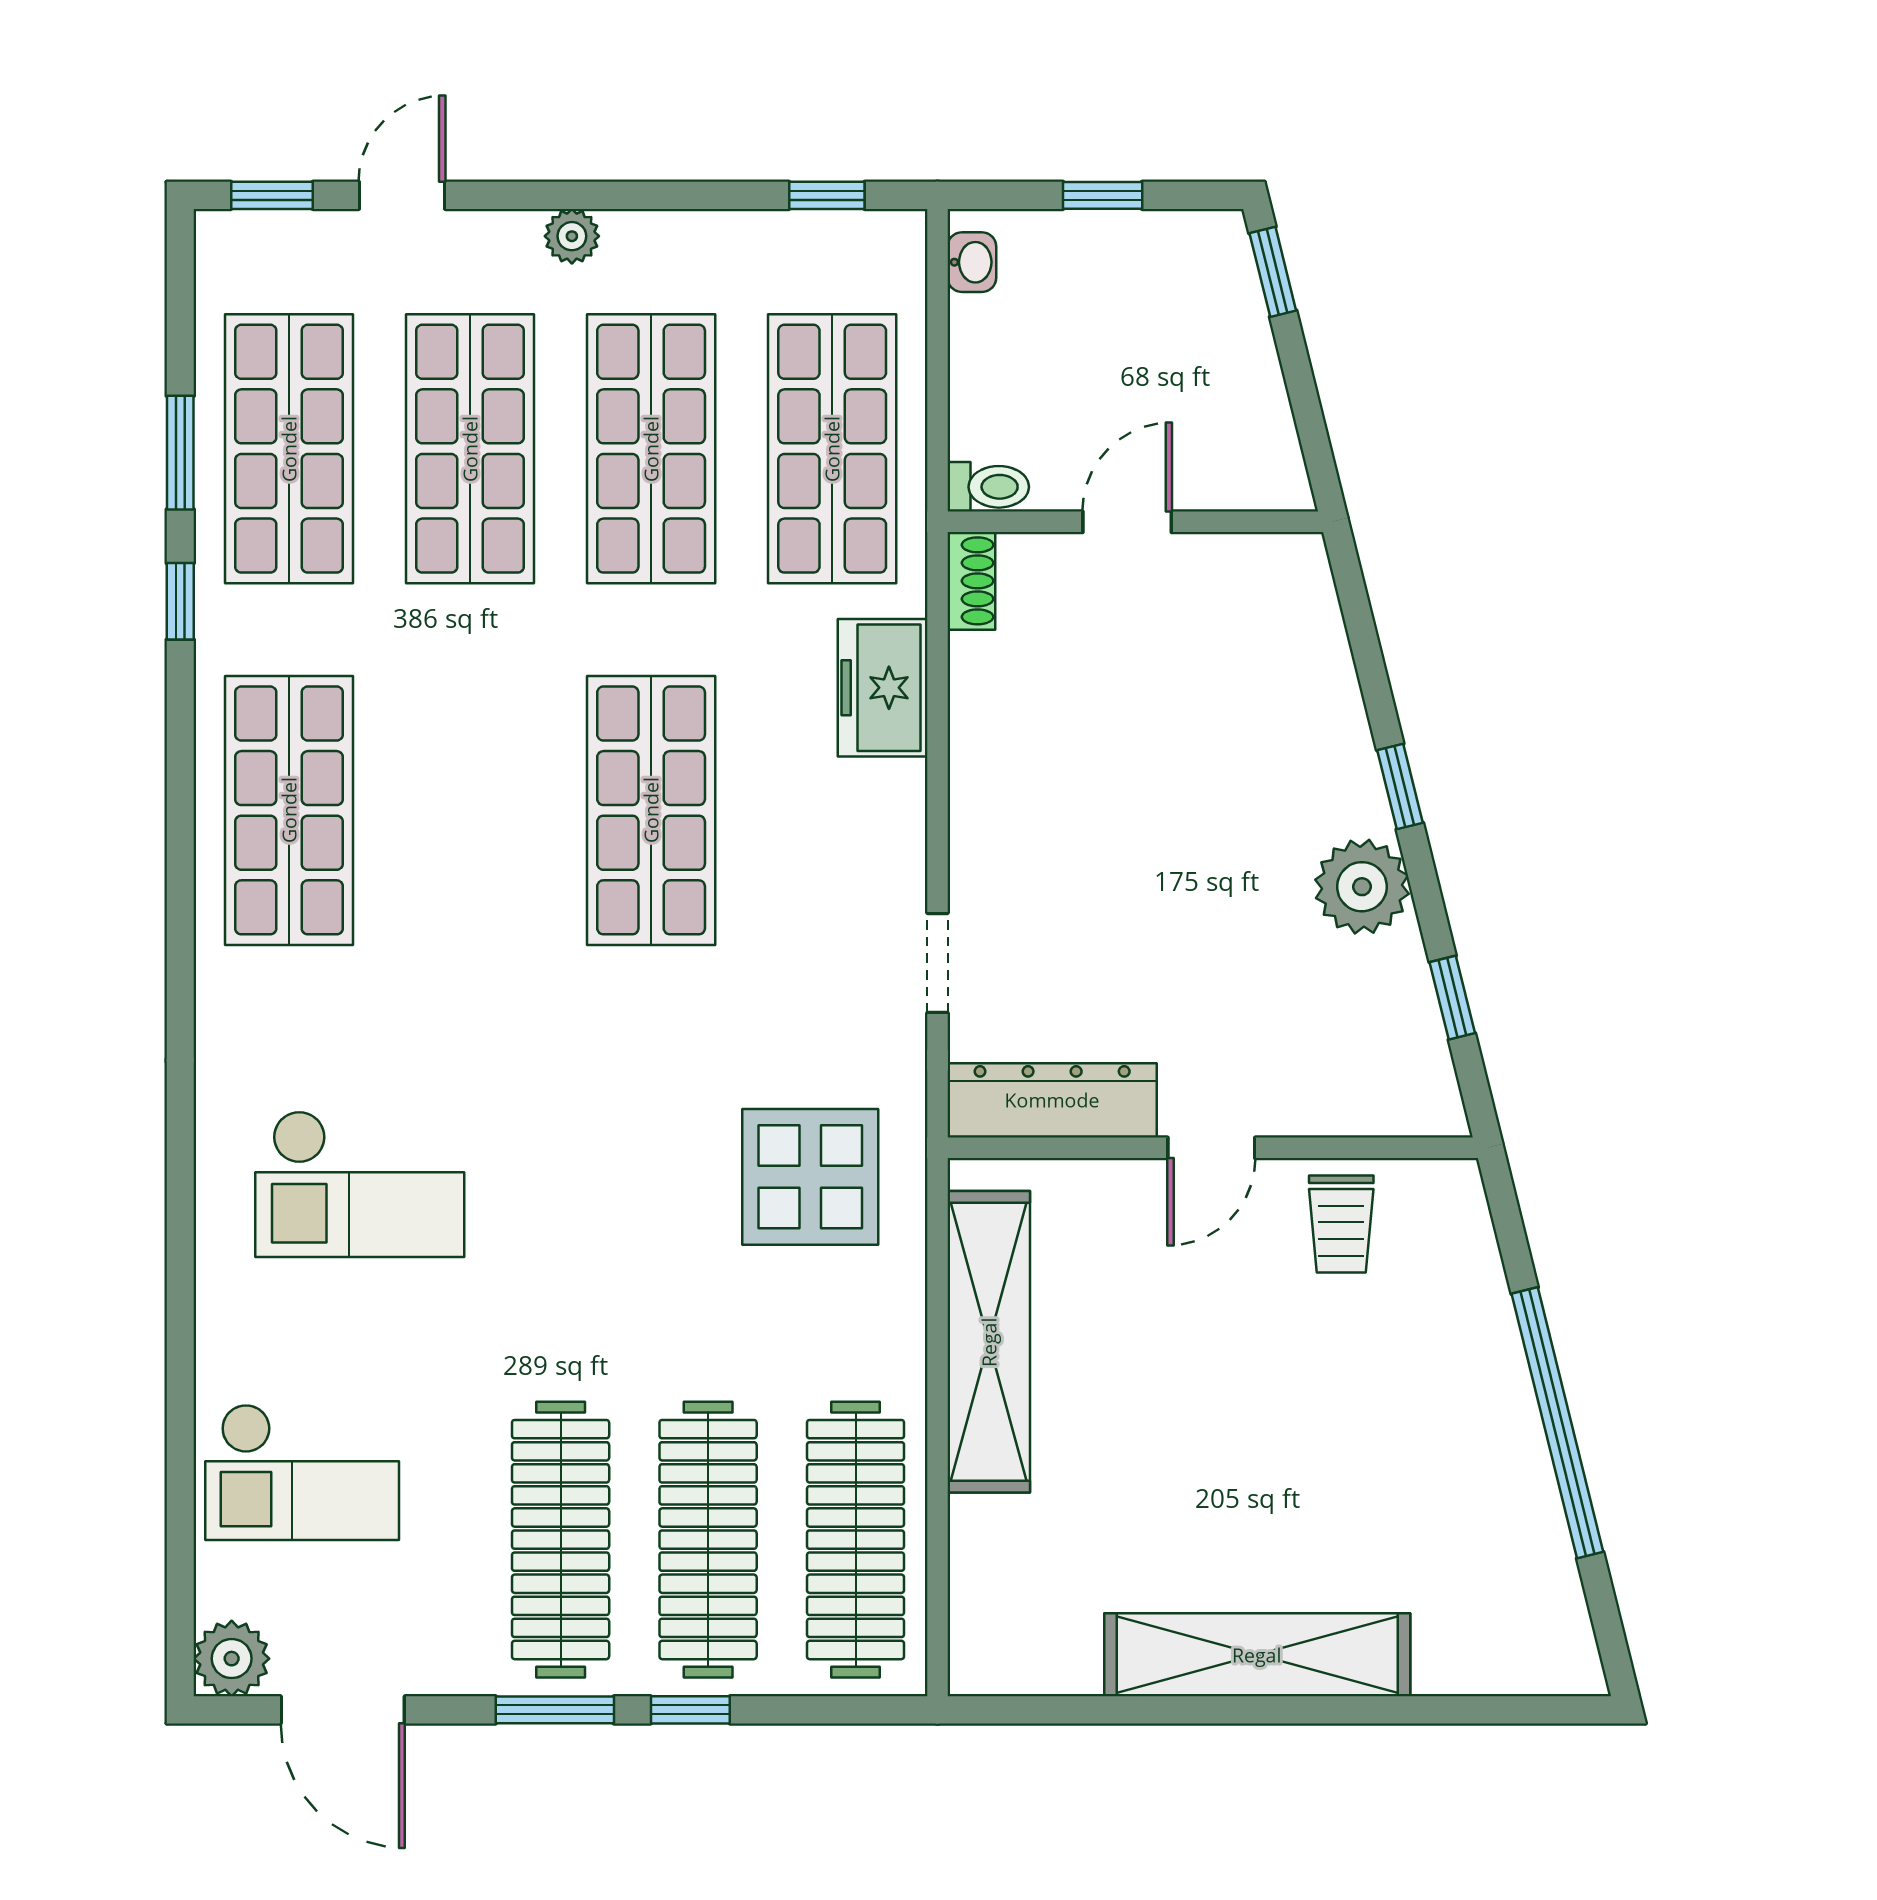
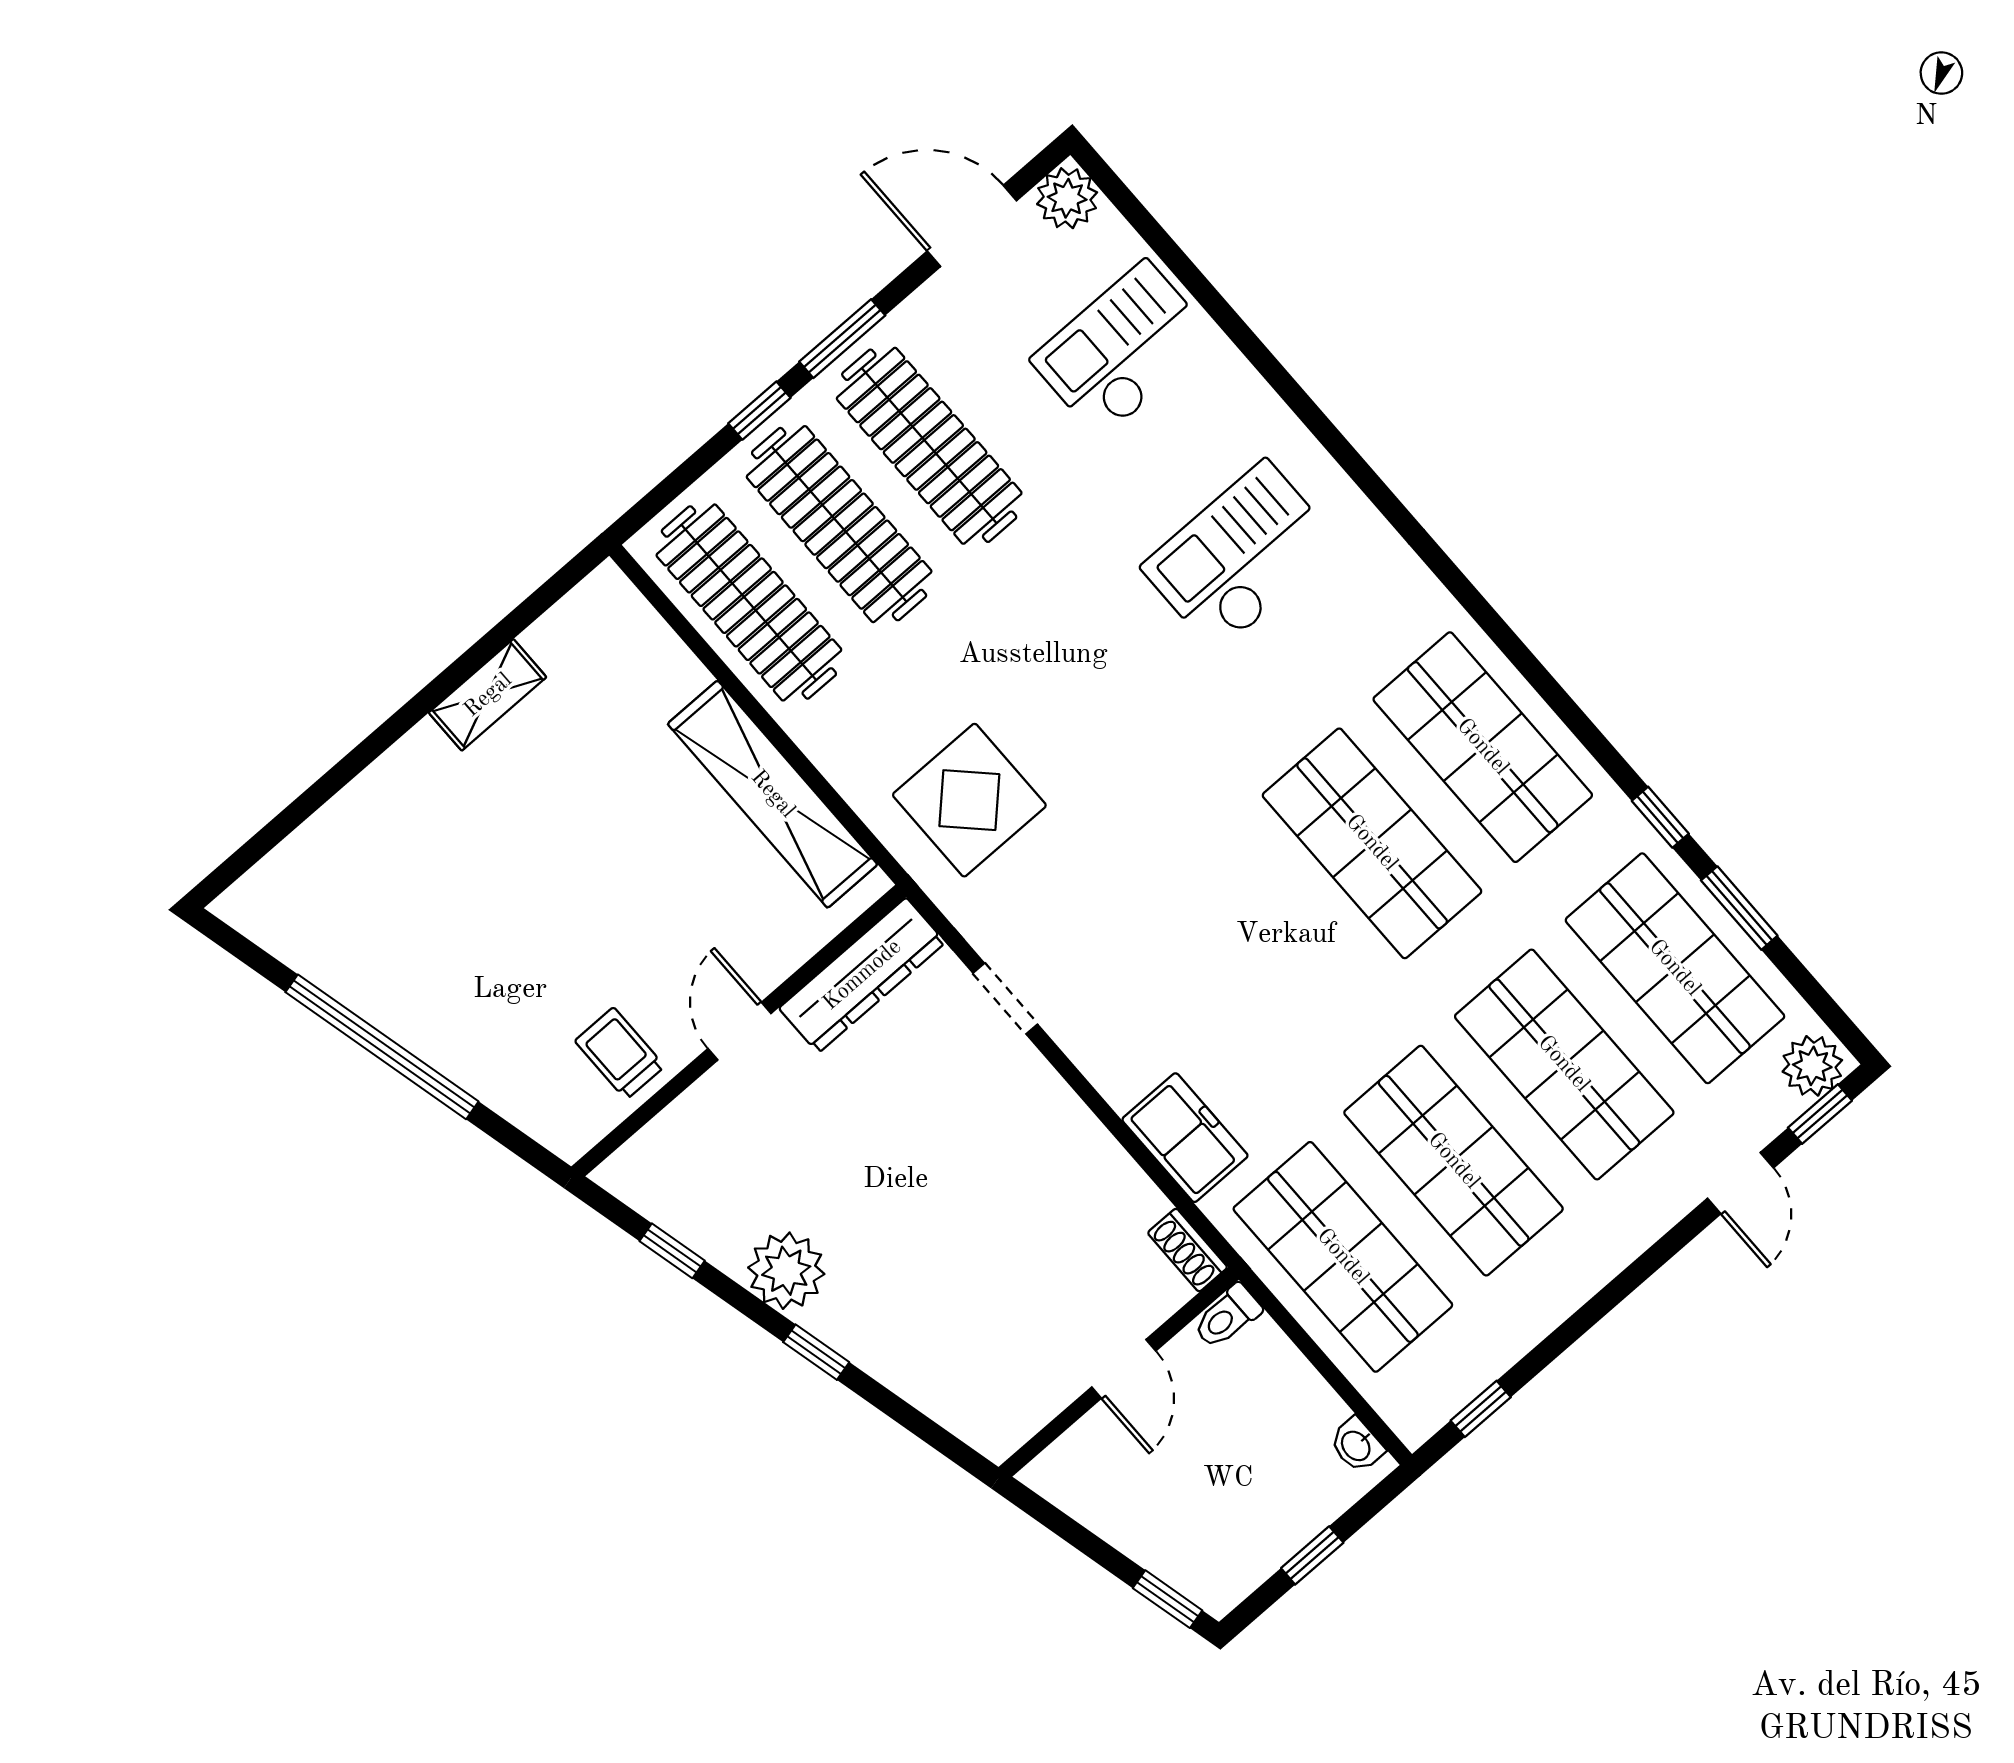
plant: (572, 236) -> (1812, 1066), moved, width x1.38, depth x1.38
shop shelf: (651, 810) -> (1372, 843), moved
shelving: (1257, 1655) -> (488, 695), width x0.45, depth x0.75

